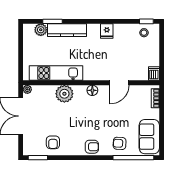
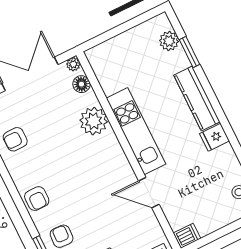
kitchen counter: (67, 30) -> (197, 98), moved
kitchen unit: (56, 73) -> (136, 131), moved
floor lamp: (92, 90) -> (81, 84), moved

